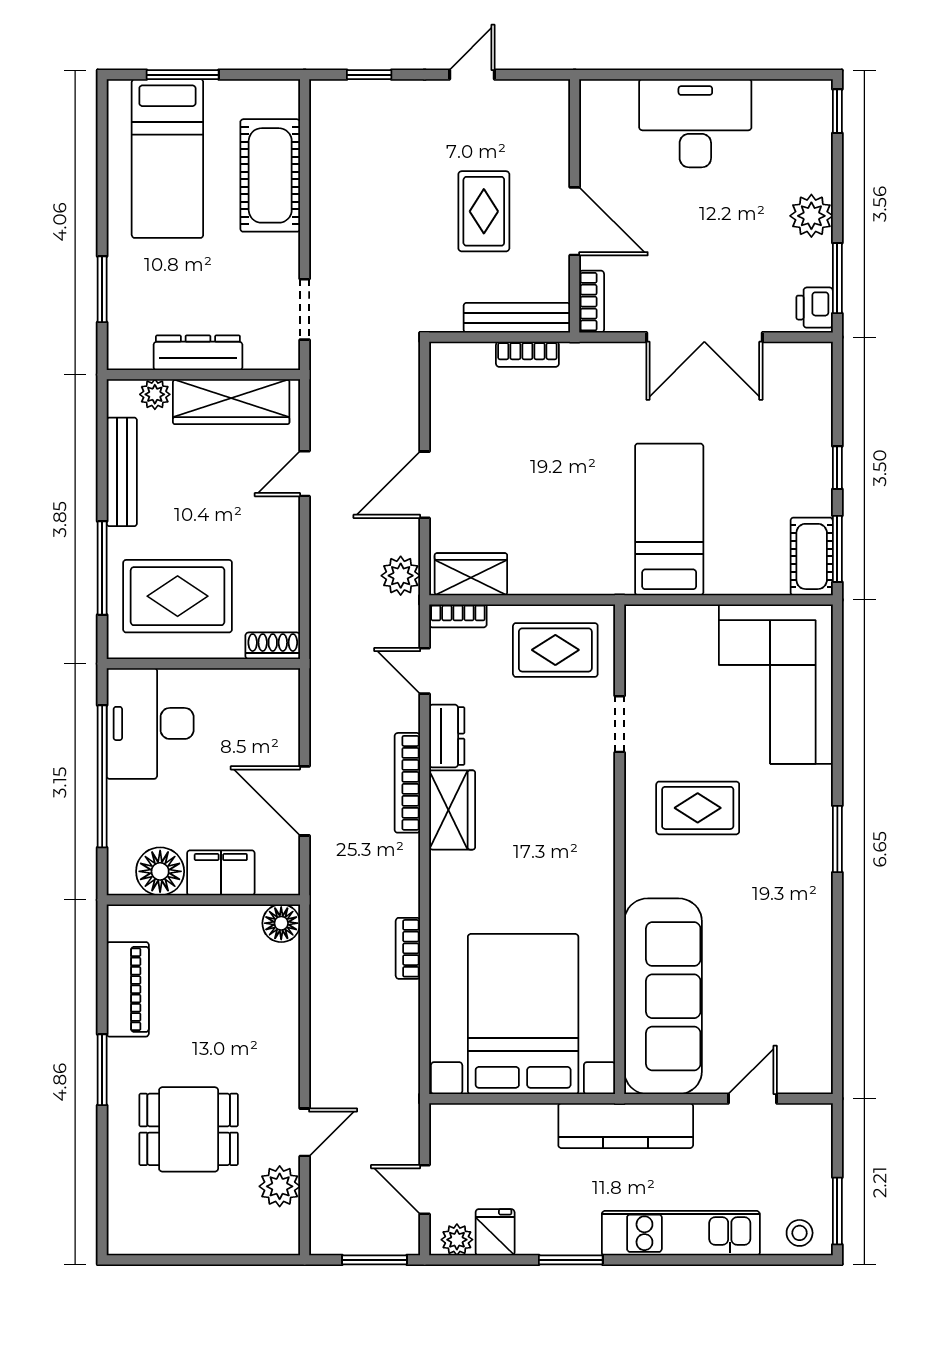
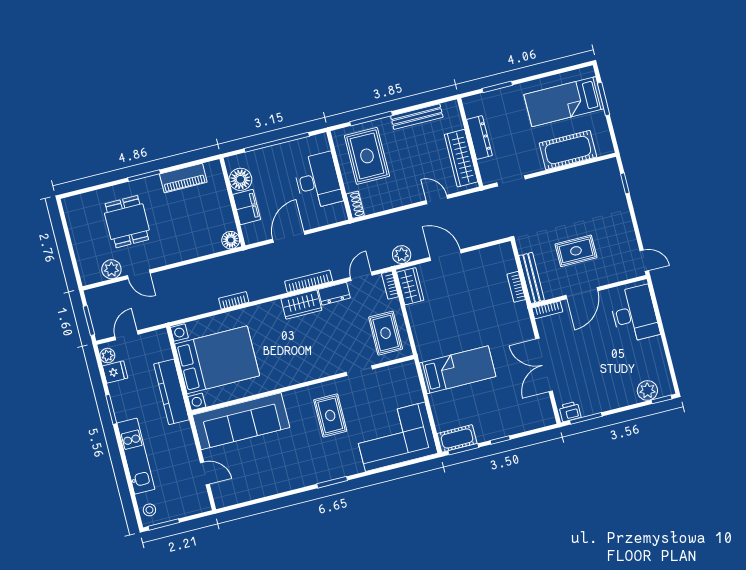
door: (472, 75) -> (644, 261), moved
desk: (695, 123) -> (634, 314), moved
plant: (811, 216) -> (647, 391), moved
plant: (155, 394) -> (456, 123), removed
desk: (150, 723) -> (318, 181), moved, turned 90
kitchen counter: (626, 1126) -> (171, 392), moved

